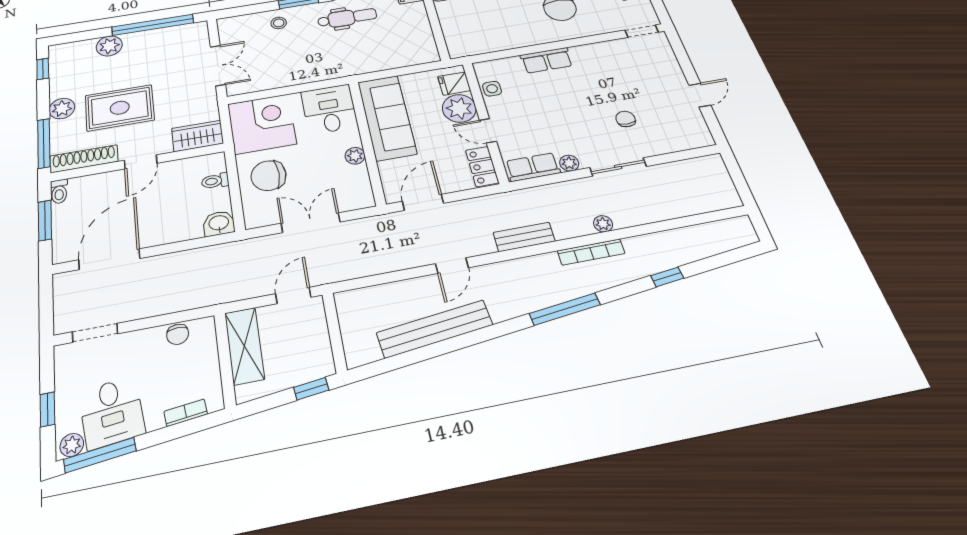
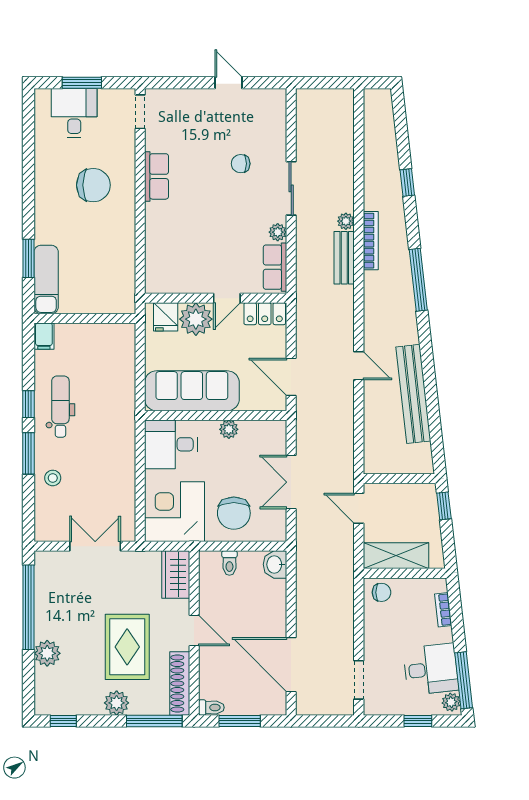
row of seats: (547, 60) -> (156, 176), moved
side table: (492, 89) -> (179, 282), removed
bench: (524, 237) -> (344, 258), moved
chair: (178, 334) -> (382, 592), moved

